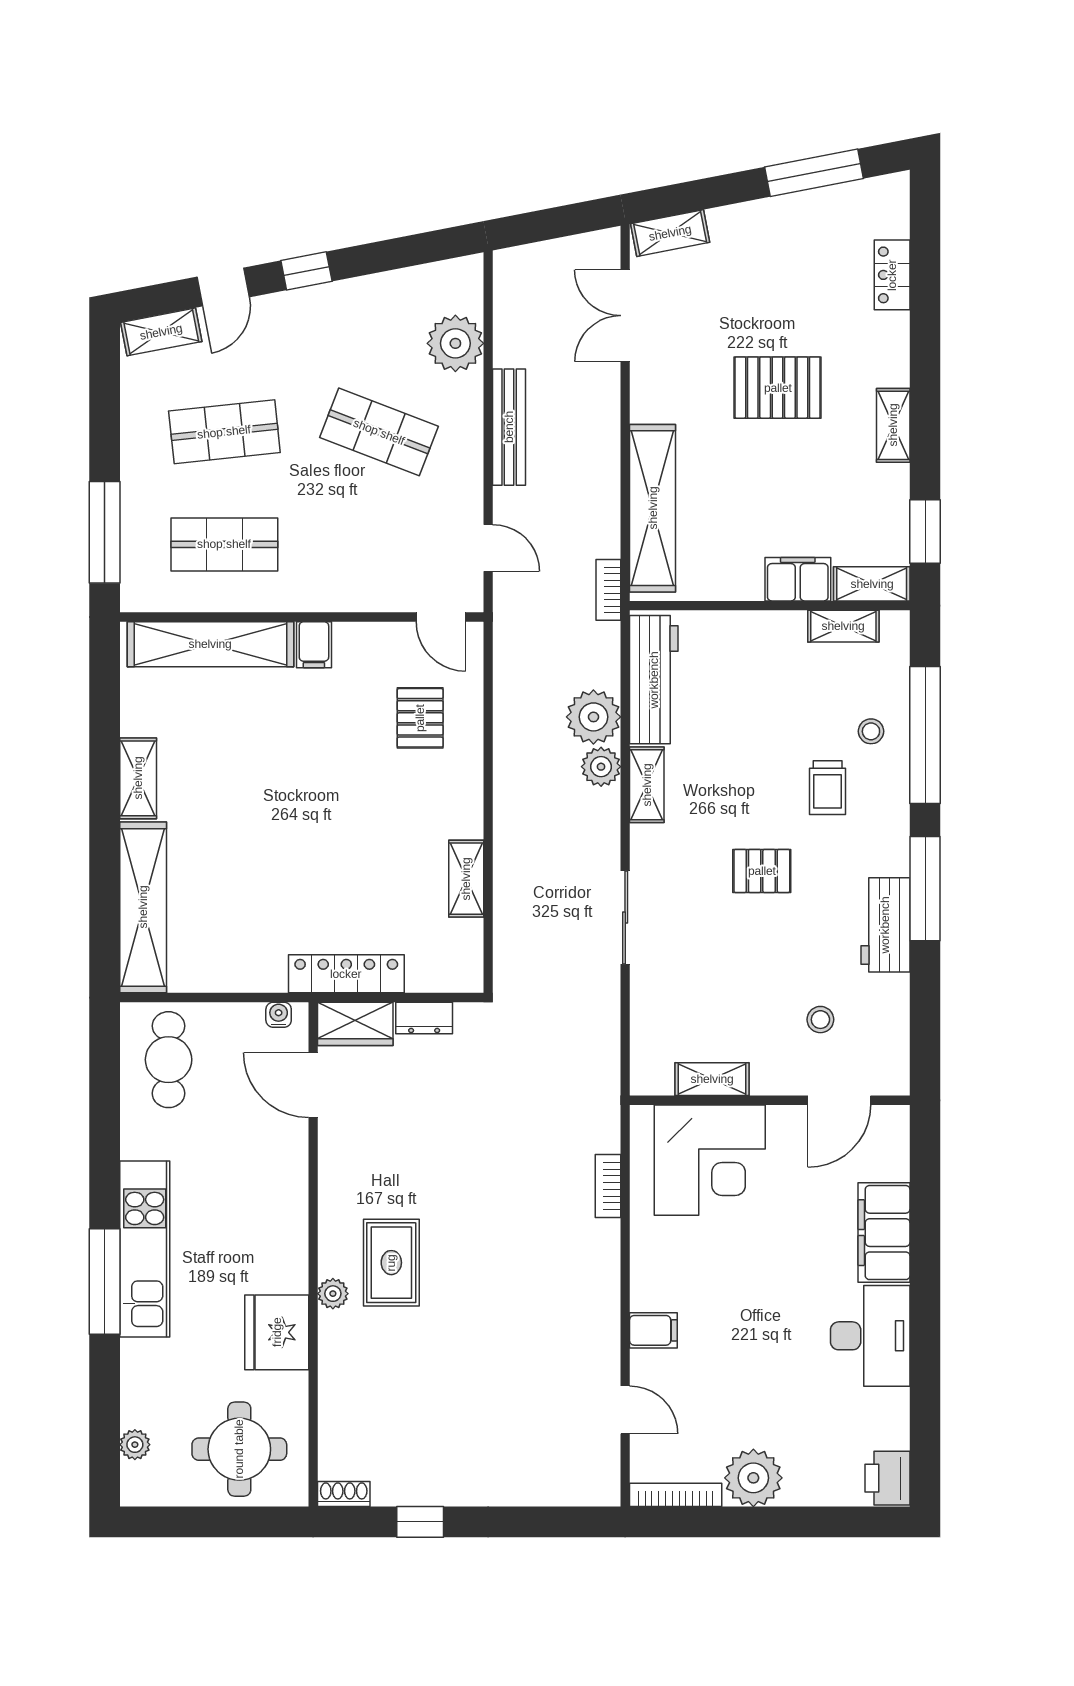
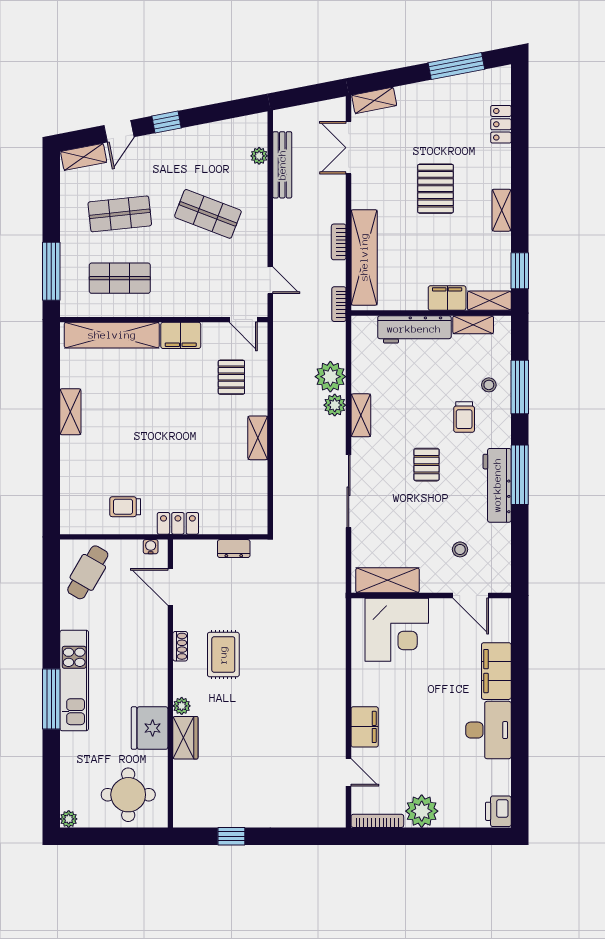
plant: (455, 343) -> (259, 156), width x0.53, depth x0.53
pallet: (778, 388) -> (436, 189), turned 90
bench: (509, 427) -> (282, 165), moved
filing cabinet: (314, 645) -> (181, 335), width x2.00
workbench: (654, 680) -> (414, 329), moved, turned 90
window: (925, 735) -> (520, 387), width x0.68
pallet: (762, 871) -> (427, 465), turned 90
shelving: (466, 879) -> (258, 438), moved
shelving: (143, 907) -> (73, 485), removed
sliding door: (625, 918) -> (349, 491), width x1.37
workbench: (885, 925) -> (497, 485), width x1.38
trolley: (234, 945) -> (125, 507), added
locker: (346, 974) -> (178, 523), width x0.66
wardrobe: (355, 1024) -> (185, 738), moved, turned -90
cafe table: (169, 1060) -> (88, 572), turned 30
shelving: (712, 1079) -> (388, 580), width x1.50, depth x1.33
door: (839, 1100) -> (471, 596), hinge flipped
bookcase: (608, 1186) -> (339, 242), moved
rug: (391, 1263) -> (223, 655), moved
filing cabinet: (653, 1330) -> (365, 727), width x2.00
plant: (135, 1445) -> (69, 819), moved
shoe rack: (344, 1494) -> (180, 646), moved, turned 90

